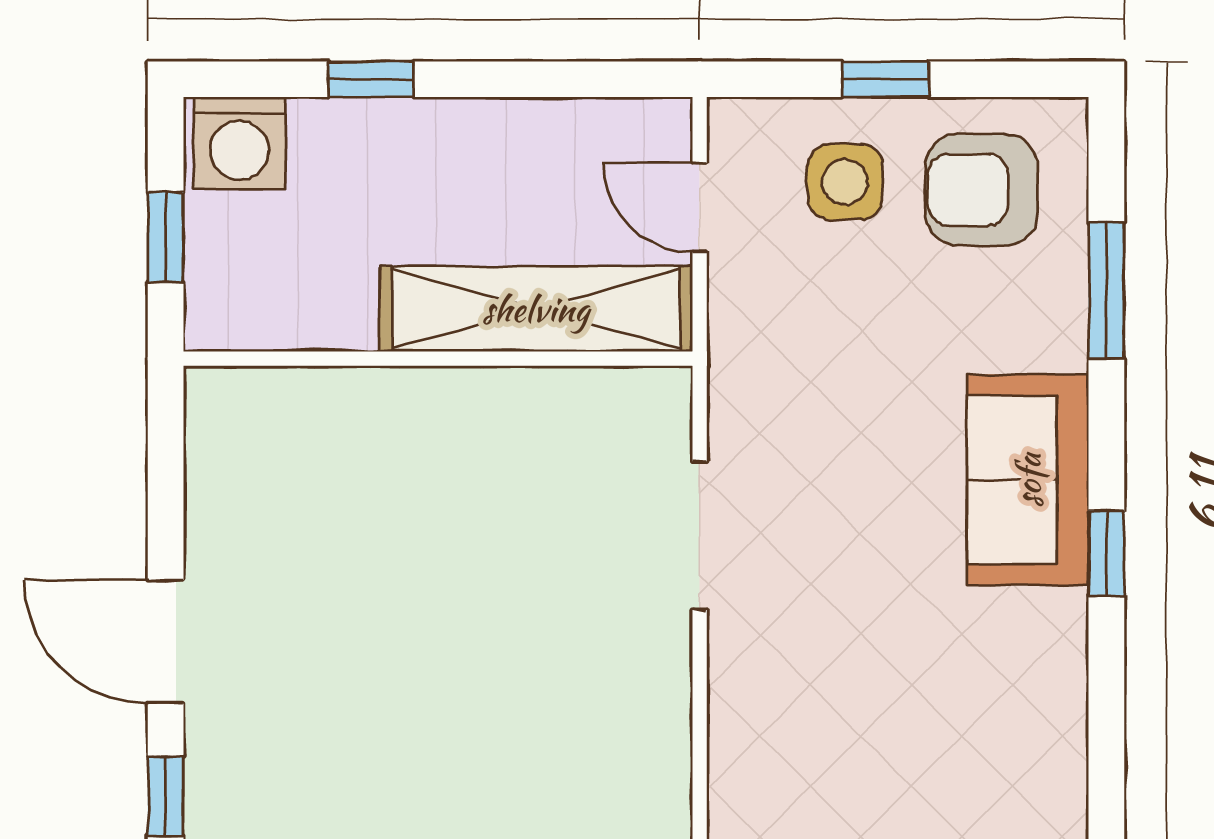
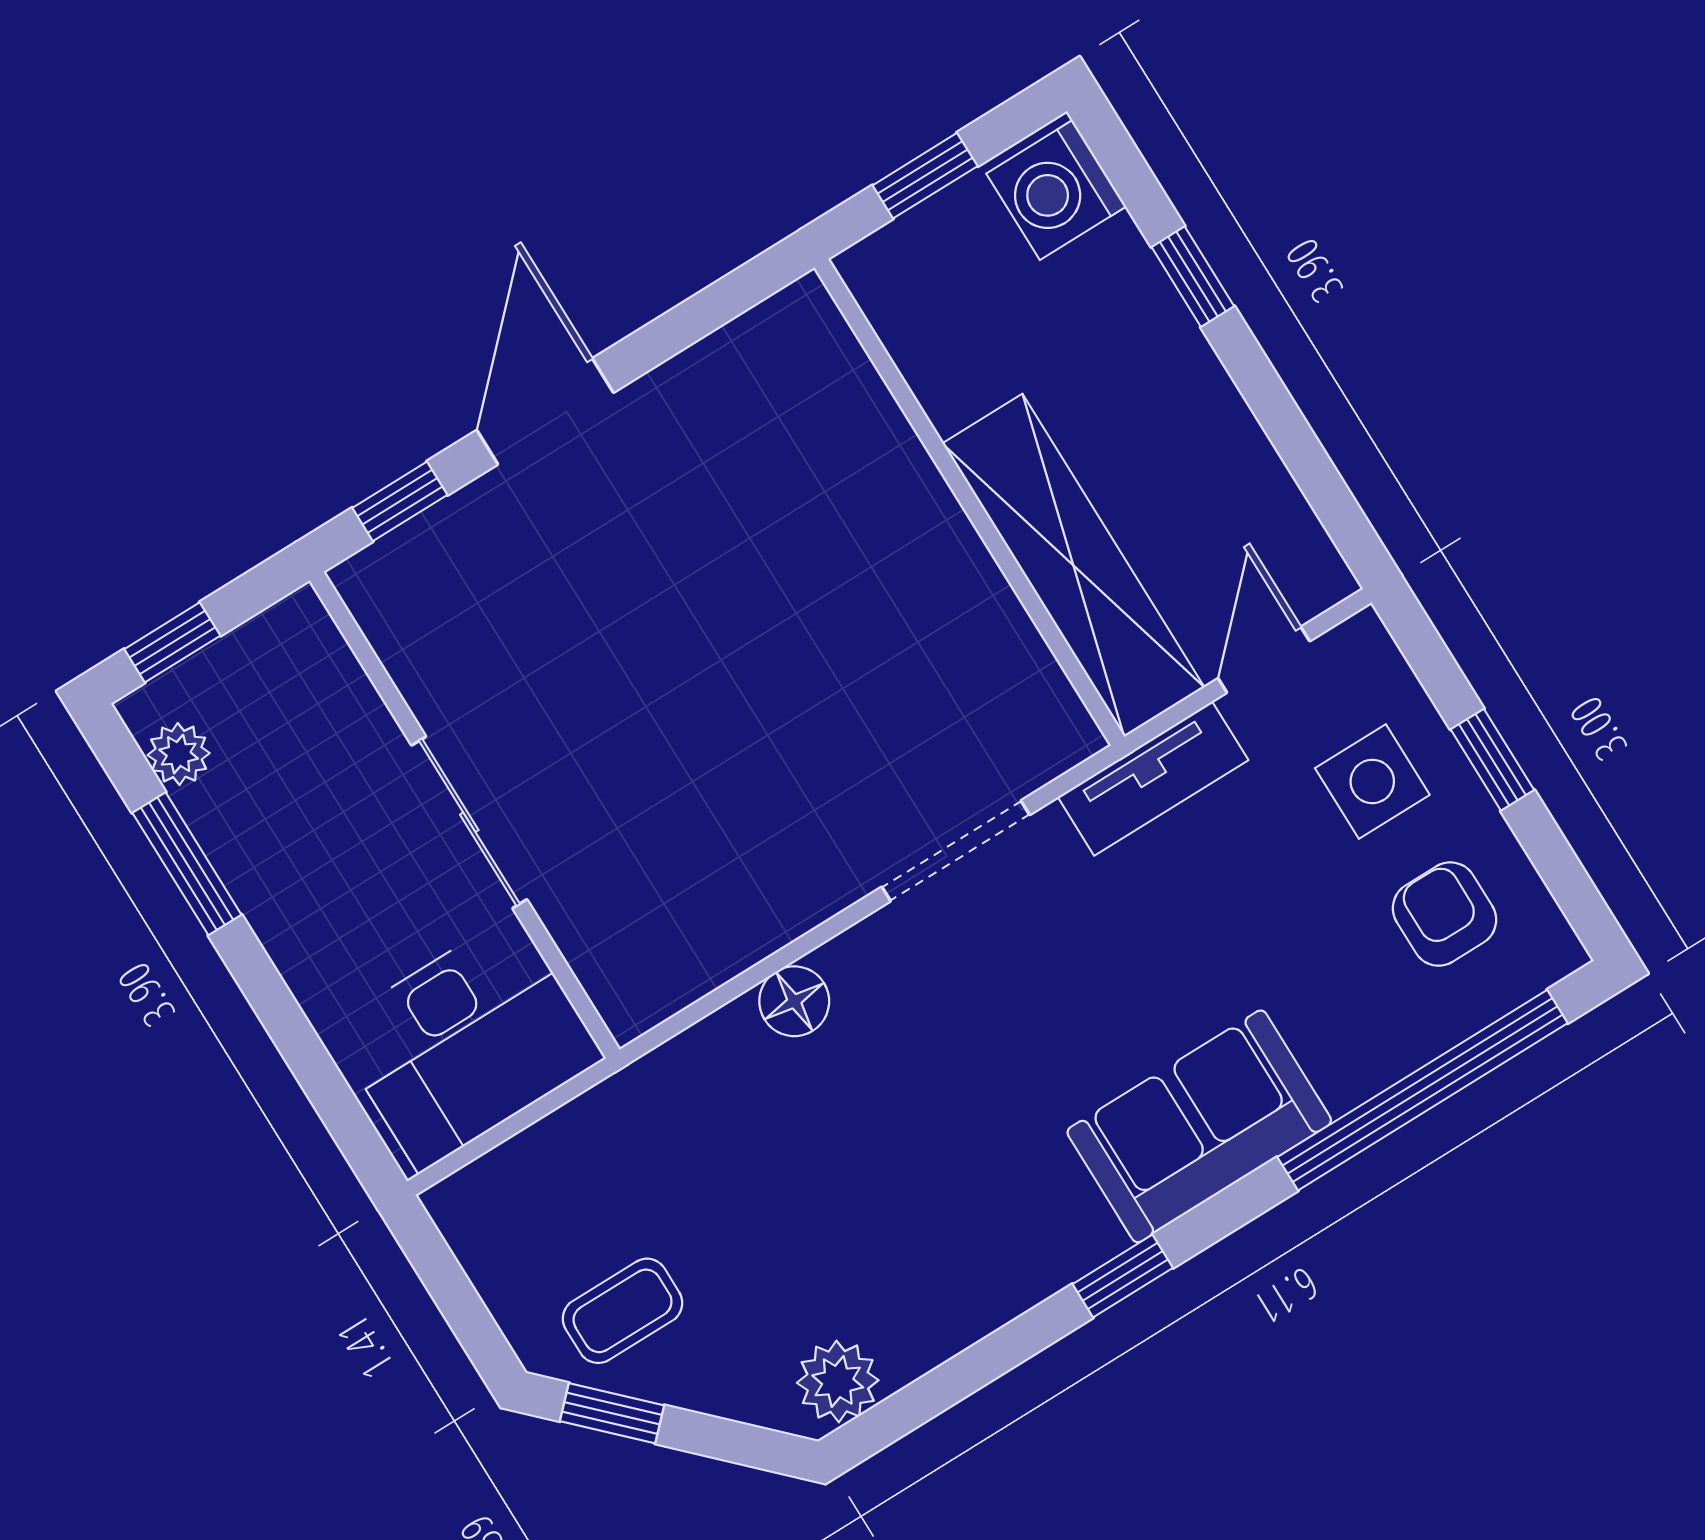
armchair: (981, 190) -> (1444, 914), width x0.72, depth x0.72
window: (1106, 291) -> (1423, 1090), width x2.11
tv unit: (738, 349) -> (1153, 779), added
window: (1106, 553) -> (1123, 1276), moved
floor lamp: (738, 732) -> (794, 1001), added

